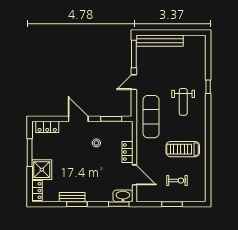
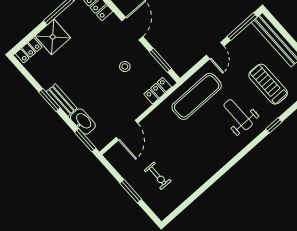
door: (134, 82) -> (215, 51), swing flipped
weight bench: (183, 102) -> (238, 115), turned 90
treadmill: (183, 149) -> (268, 84), moved
locker: (128, 152) -> (158, 91), moved
washbasin: (123, 196) -> (83, 122), moved
bench: (72, 197) -> (62, 100), moved

